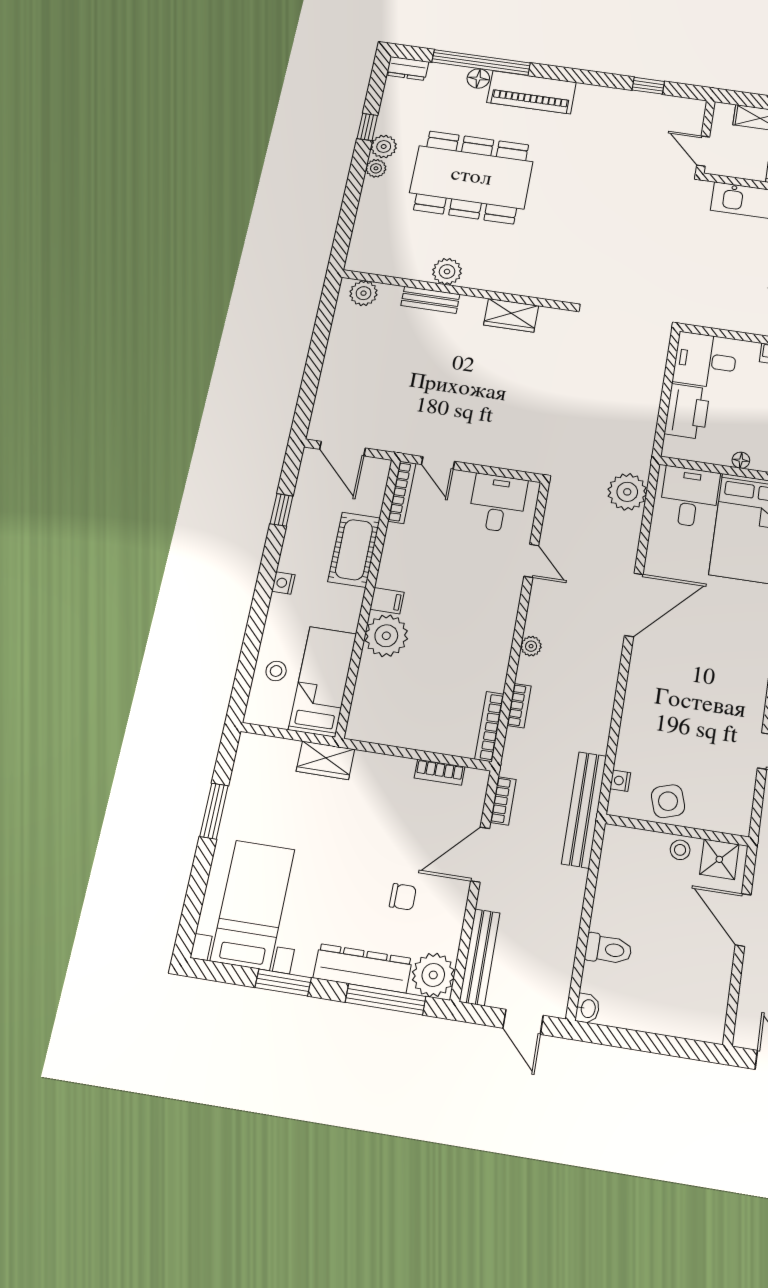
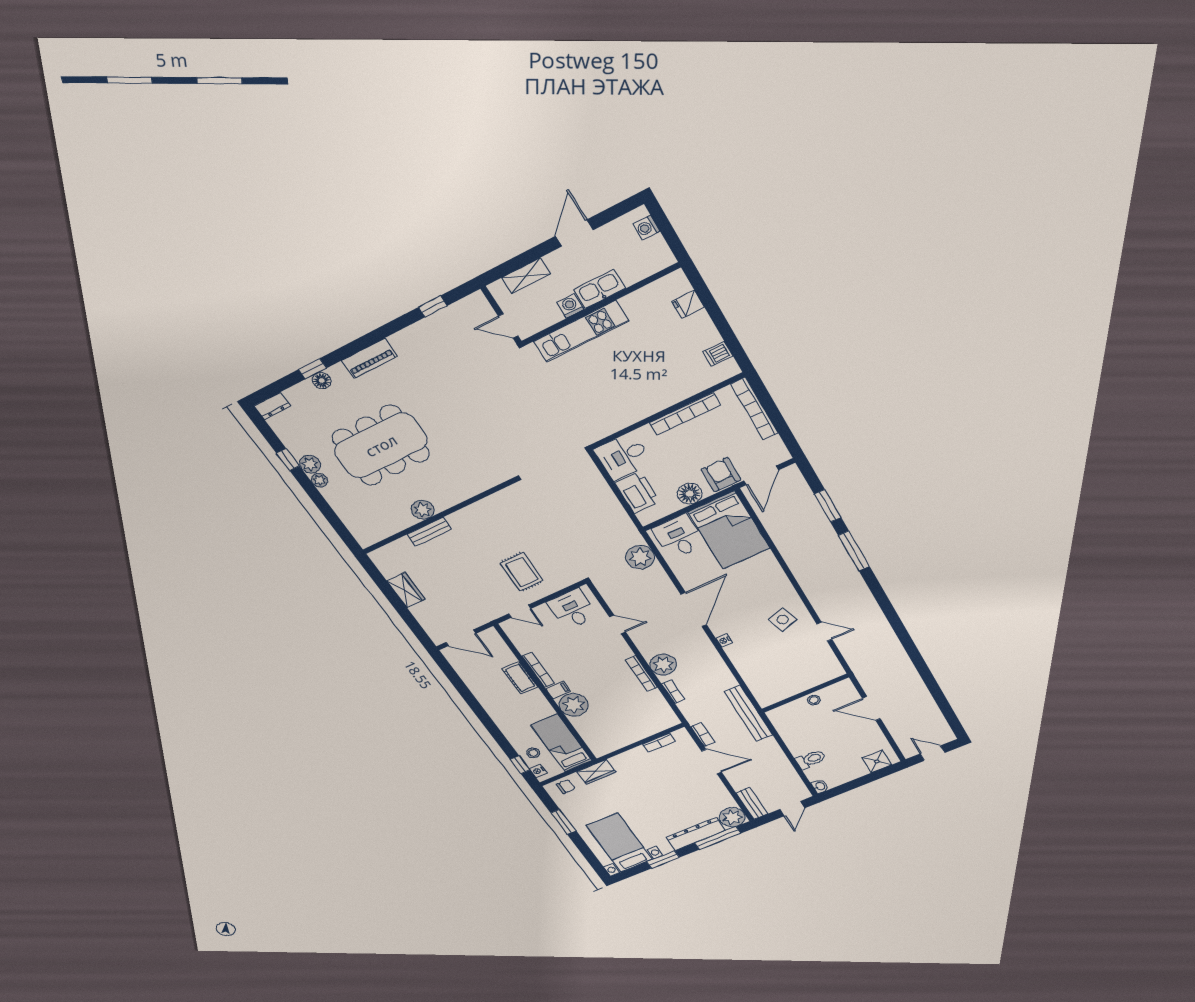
window: (481, 62) -> (312, 369), width x0.32
piano: (532, 92) -> (369, 358), width x0.73, depth x0.75
plant: (364, 293) -> (388, 554), removed
wardrobe: (511, 315) -> (406, 590), moved, turned -90
rug: (484, 416) -> (522, 572), added
floor lamp: (741, 460) -> (690, 494), width x1.89, depth x1.89
bookcase: (402, 492) -> (538, 670), moved
window: (282, 510) -> (520, 765), moved
cot: (354, 550) -> (520, 678), width x0.73, depth x0.75
nightstand: (283, 583) -> (538, 771), moved
plant: (531, 646) -> (663, 665), width x1.87, depth x1.87
bookcase: (489, 727) -> (642, 674), moved
nightstand: (620, 781) -> (724, 640), moved
side table: (668, 801) -> (783, 619), moved
door: (480, 855) -> (712, 762), swing flipped
shower: (719, 859) -> (877, 761), moved
chair: (403, 897) -> (566, 787), moved
bench: (480, 957) -> (752, 803), width x0.73
door: (523, 1022) -> (792, 809), hinge flipped

